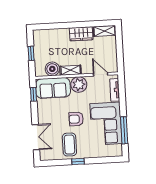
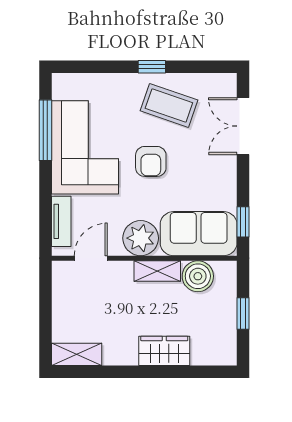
wardrobe: (81, 34) -> (164, 351), moved
door: (101, 74) -> (91, 258), swing flipped
armchair: (76, 119) -> (151, 161), turned 90
coffee table: (69, 145) -> (169, 105), turned -71

